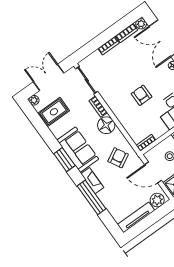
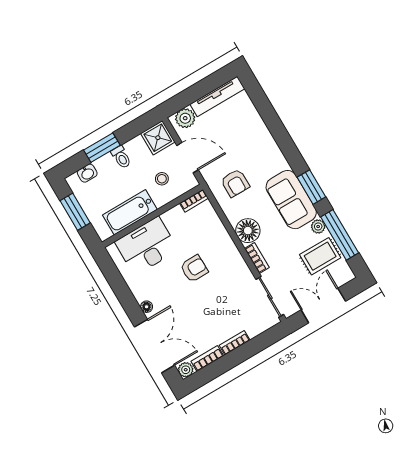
double door: (49, 77) -> (323, 305), swing flipped
armchair: (142, 95) -> (194, 269), turned -91
plant: (34, 100) -> (318, 227), moved
armchair: (118, 158) -> (235, 183), turned -61
fireplace: (92, 181) -> (275, 154), removed
window: (92, 197) -> (340, 235), moved

